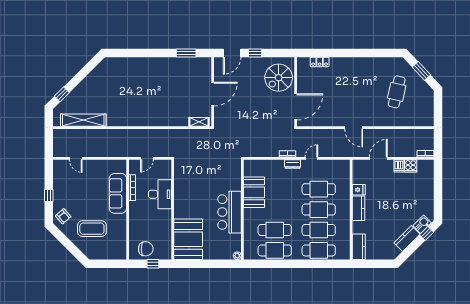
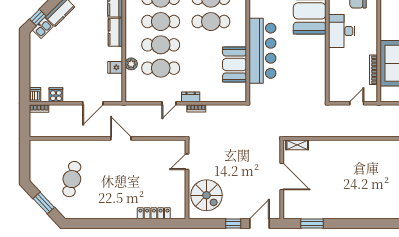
locker: (320, 62) -> (154, 213), width x1.53
spiral stairs: (279, 78) -> (206, 195), turned 90
door: (213, 94) -> (282, 176), swing flipped
door: (296, 107) -> (187, 162), width x0.53
dishwasher: (399, 166) -> (35, 95), moved
plant: (345, 193) -> (131, 64), added
desk: (160, 194) -> (342, 31), moved
kitchen counter: (359, 208) -> (115, 32), moved
bar counter: (229, 212) -> (262, 51), width x1.36

